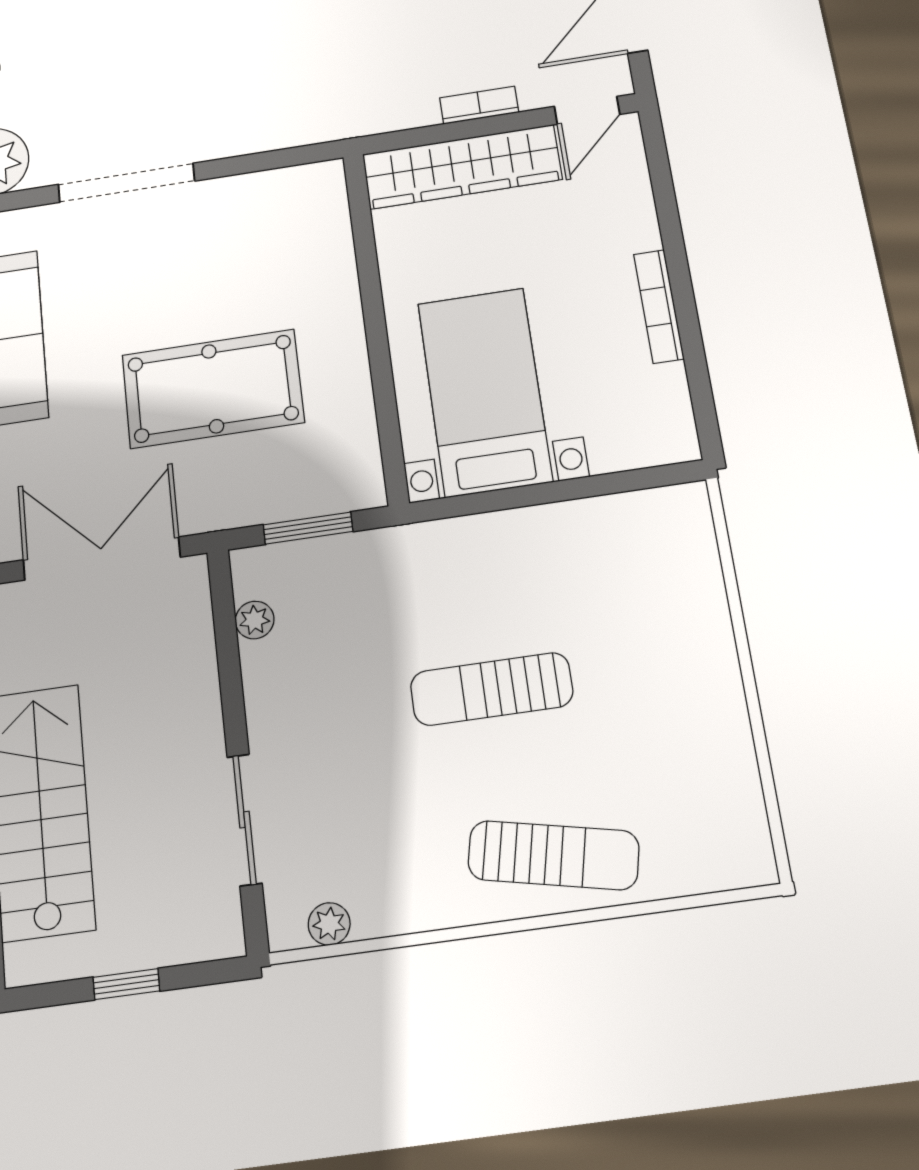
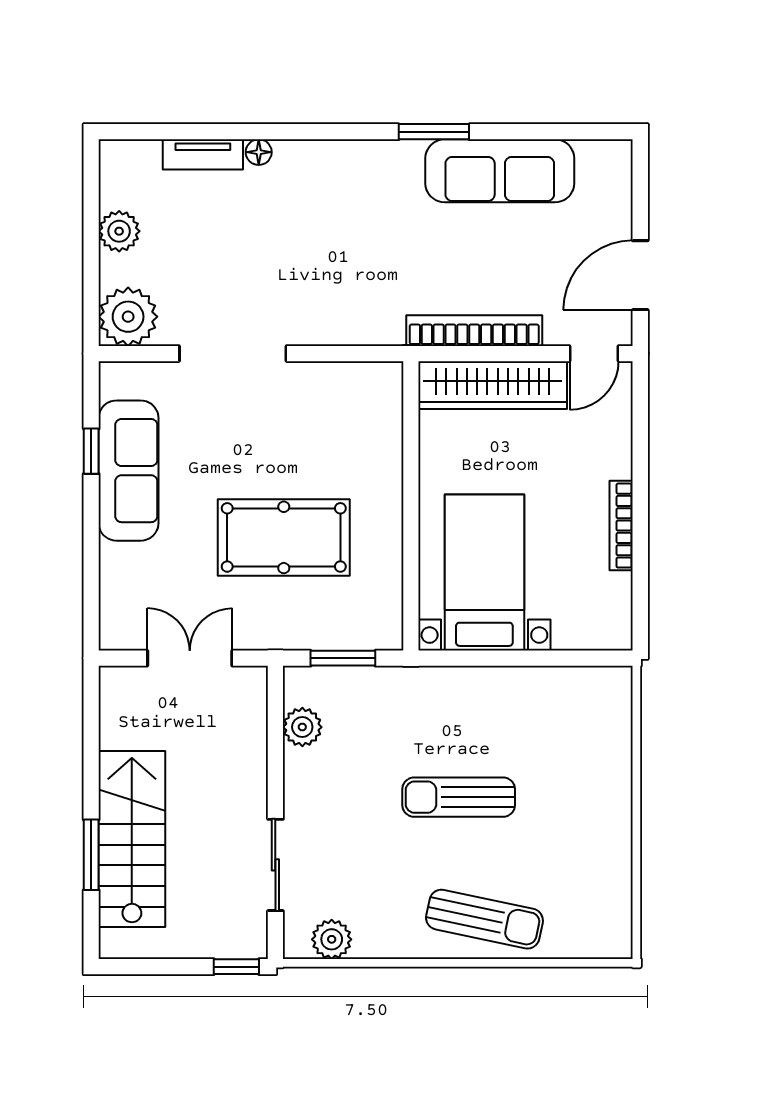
bookcase: (479, 105) -> (474, 331), width x2.31, depth x1.31
double door: (102, 559) -> (190, 658), width x0.73
plant: (255, 620) -> (302, 727), width x1.38, depth x1.38
plant: (329, 924) -> (332, 939), width x1.38, depth x1.38
window: (126, 984) -> (236, 967), moved

